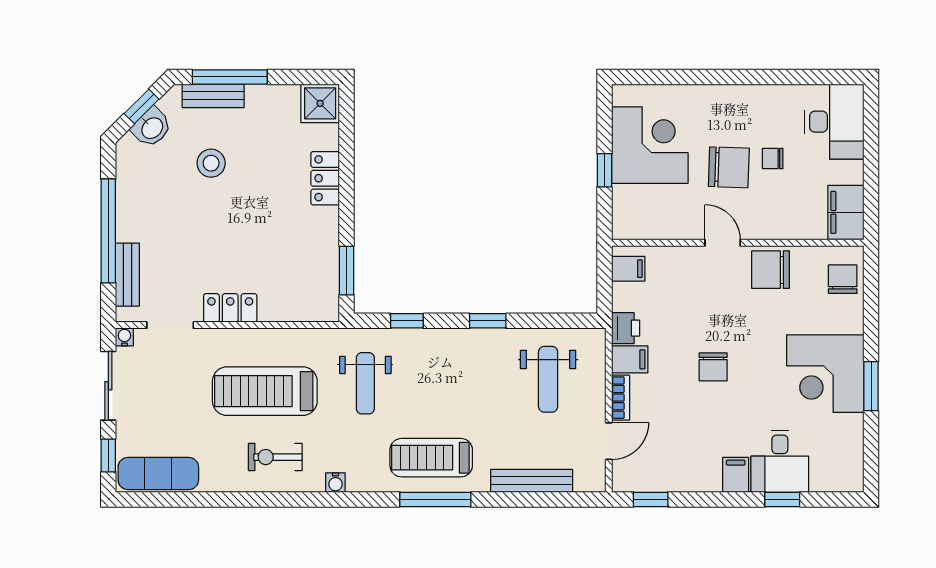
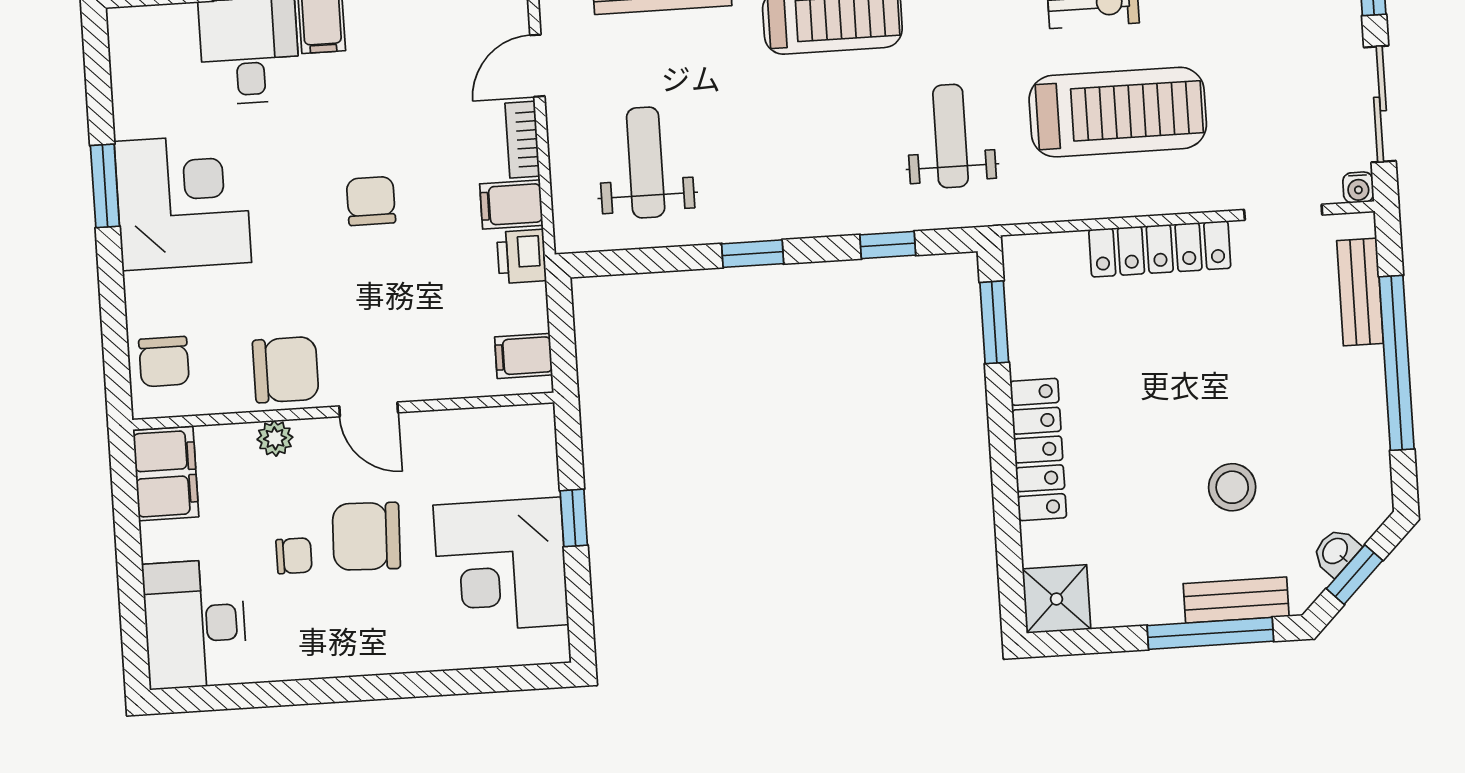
washbasin: (152, 128) -> (1336, 552), width x0.72, depth x0.69
locker: (325, 178) -> (1038, 450), width x1.53
plant: (780, 229) -> (275, 438), added
locker: (230, 308) -> (1160, 249), width x1.53

